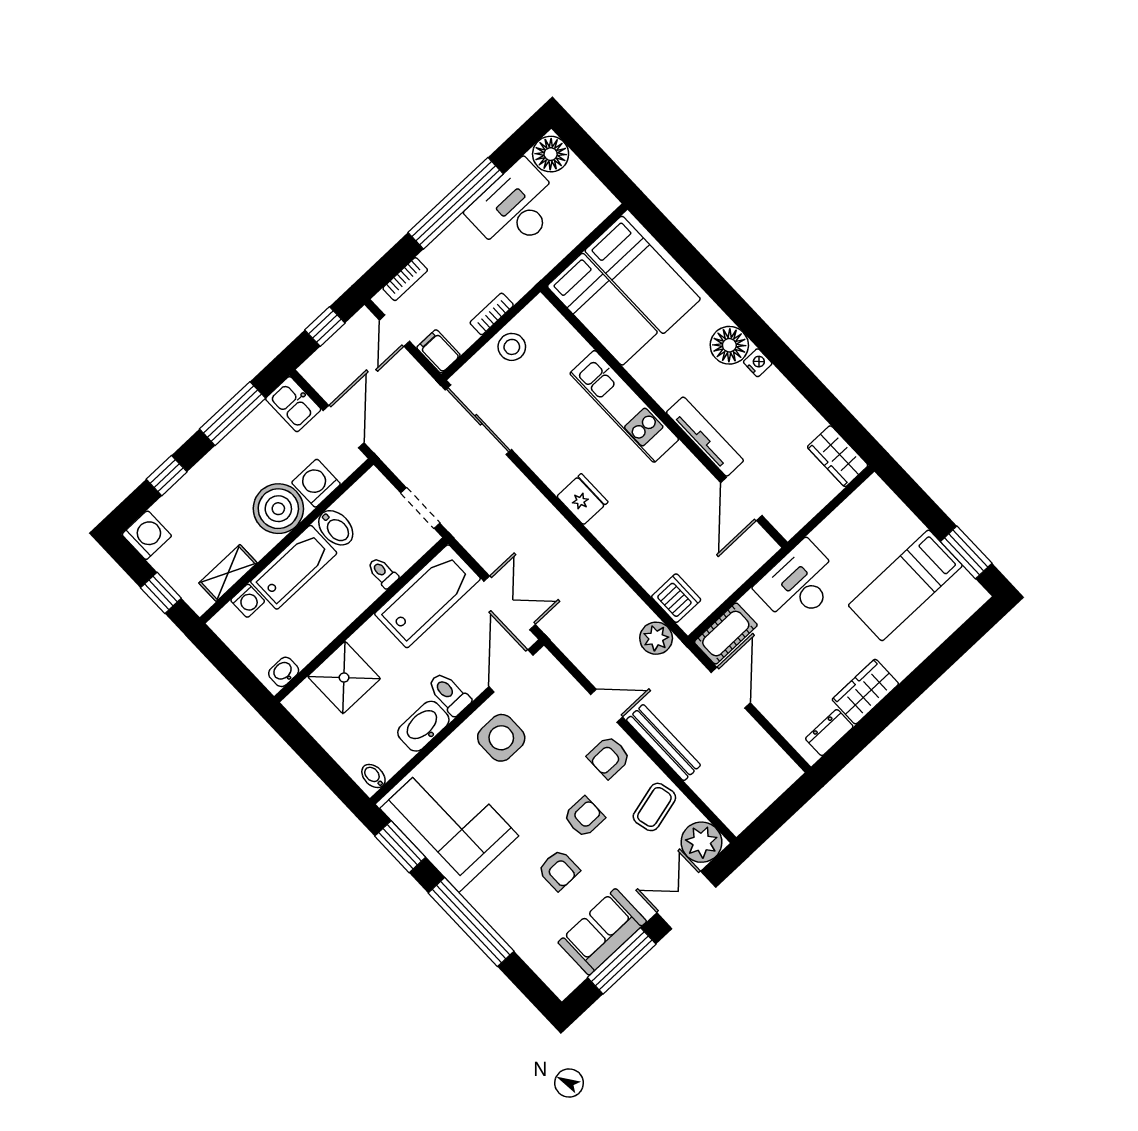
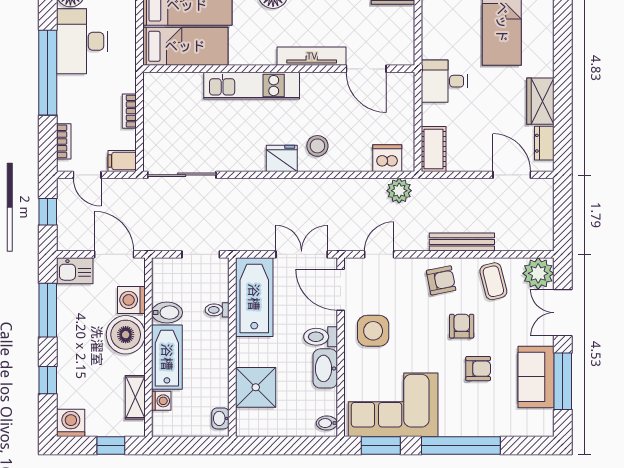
stool: (512, 347) -> (317, 146), moved
desk: (799, 584) -> (444, 81), width x0.73
door: (731, 688) -> (512, 175), moved
door: (607, 706) -> (379, 254), moved
armchair: (609, 757) -> (441, 280), turned -101

